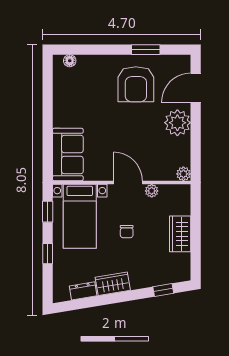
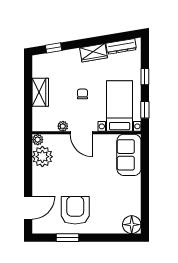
floor lamp: (70, 61) -> (132, 225), width x1.89, depth x1.89
plant: (177, 123) -> (42, 157), moved
dresser: (83, 291) -> (121, 46), width x1.44

